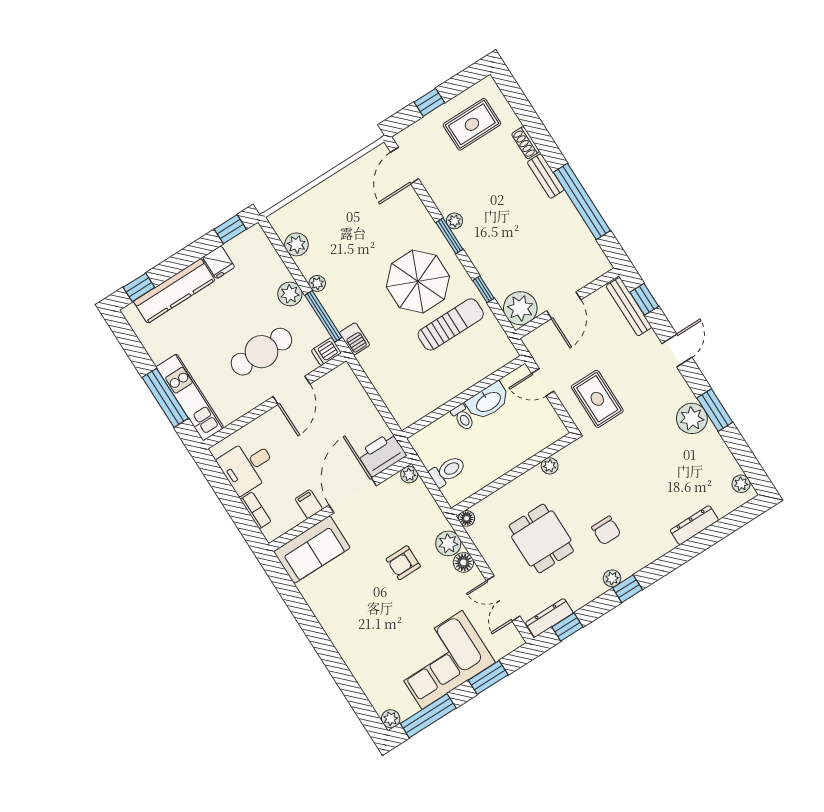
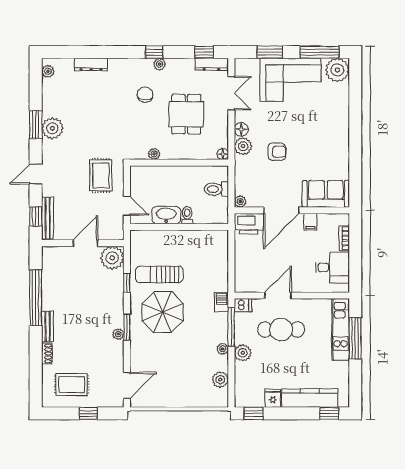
plant: (391, 719) -> (337, 70), width x1.88, depth x1.88

